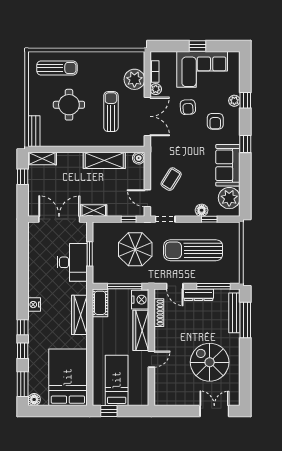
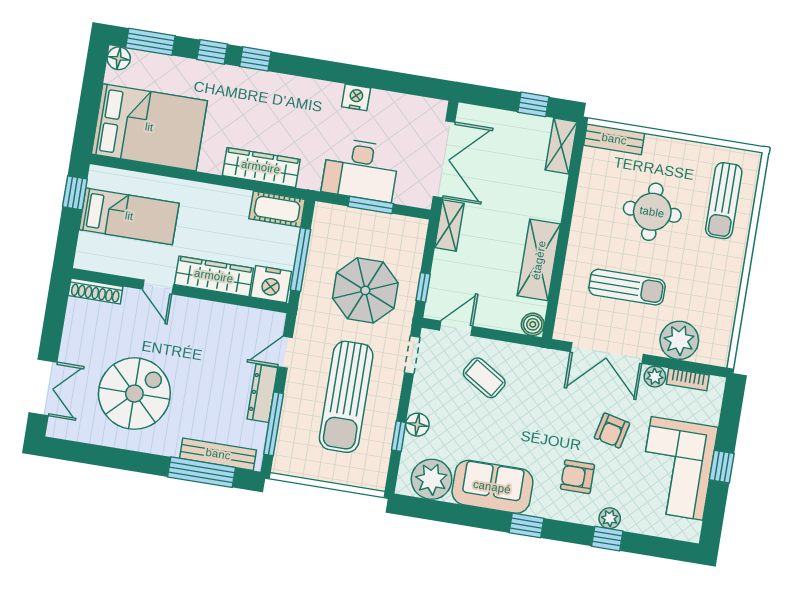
armchair: (188, 107) -> (612, 431), turned -73
sun lounger: (193, 250) -> (346, 397), turned 180
nightstand: (34, 305) -> (356, 97), moved
shoe rack: (159, 313) -> (96, 291), moved

